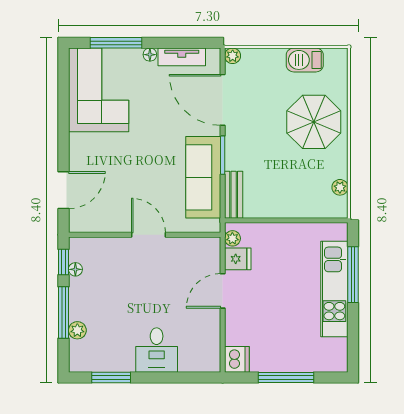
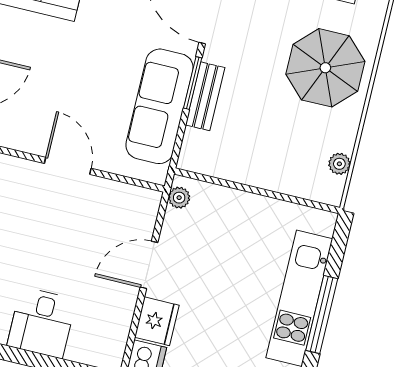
bench: (234, 195) -> (205, 96), moved
fridge: (238, 259) -> (157, 321), moved, width x1.38
window: (353, 275) -> (322, 314), moved

